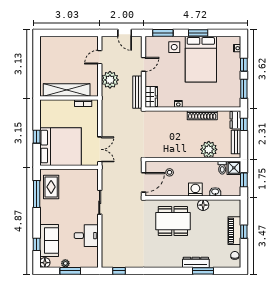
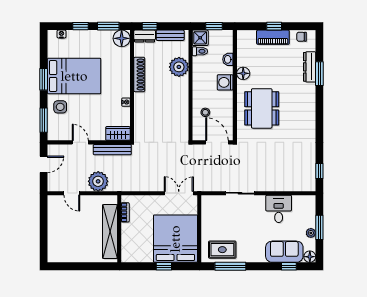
floor lamp: (233, 100) -> (122, 38), added
dresser: (196, 262) -> (310, 67), moved

